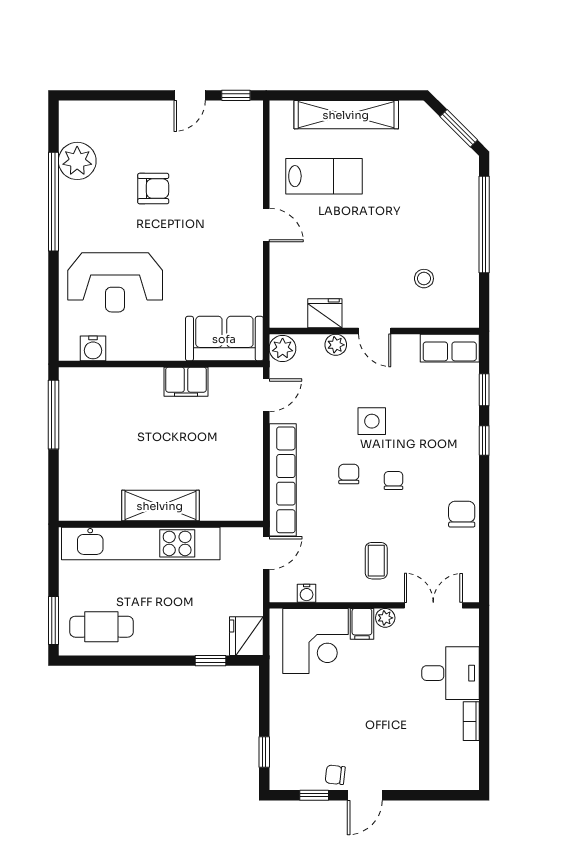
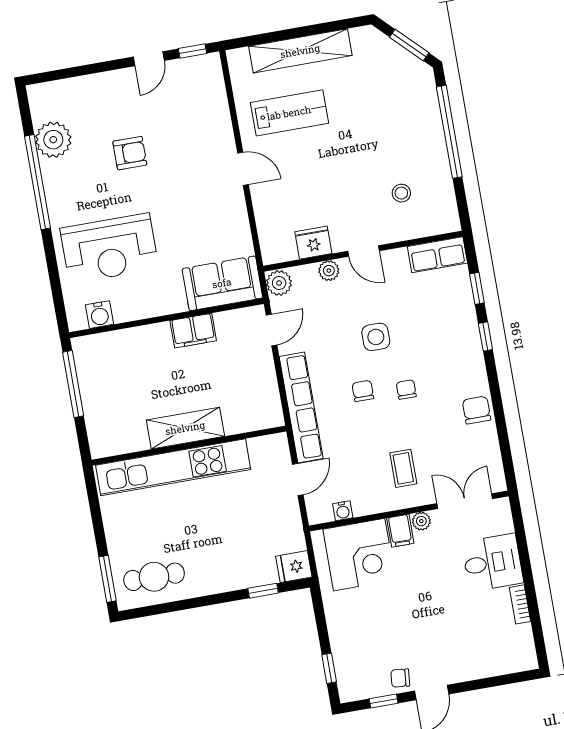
shelving: (160, 506) -> (185, 428), moved
wall: (161, 524) -> (189, 446), moved
kitchen unit: (141, 543) -> (173, 467), moved
fridge: (246, 636) -> (294, 567), width x0.72

